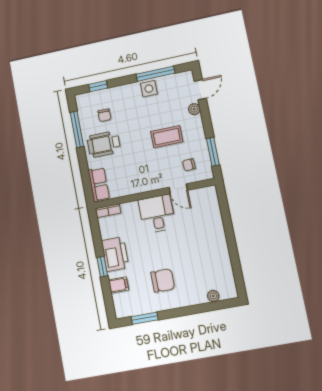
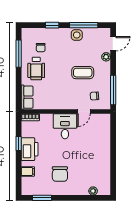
window: (98, 86) -> (52, 25), moved
wheelchair: (104, 144) -> (36, 69), turned -90
window: (213, 152) -> (113, 90), width x1.44
door: (178, 189) -> (84, 112), hinge flipped
window: (102, 267) -> (19, 143), moved
chair: (163, 280) -> (60, 174), turned 90

